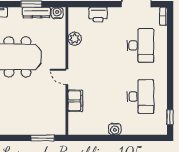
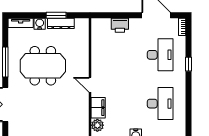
water cooler: (57, 13) -> (40, 24), moved
plant: (75, 39) -> (97, 125), moved
window: (170, 117) -> (188, 64), moved

